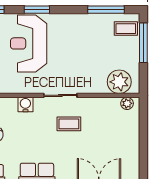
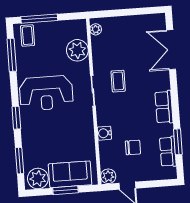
reception desk: (29, 43) -> (46, 93), moved
plant: (119, 82) -> (77, 50), moved
water cooler: (25, 105) -> (104, 133), moved

